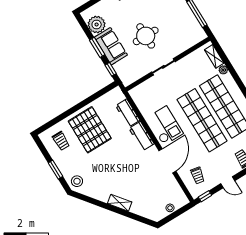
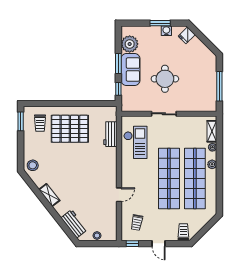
plant: (232, 85) -> (212, 164), added
checkout: (165, 126) -> (135, 142), moved
pallet: (90, 130) -> (70, 129), turned 90
workbench: (142, 136) -> (74, 224), moved, turned 142
door: (167, 161) -> (119, 195), width x0.53
window: (55, 170) -> (21, 121), moved
shelving: (120, 203) -> (49, 195), moved

